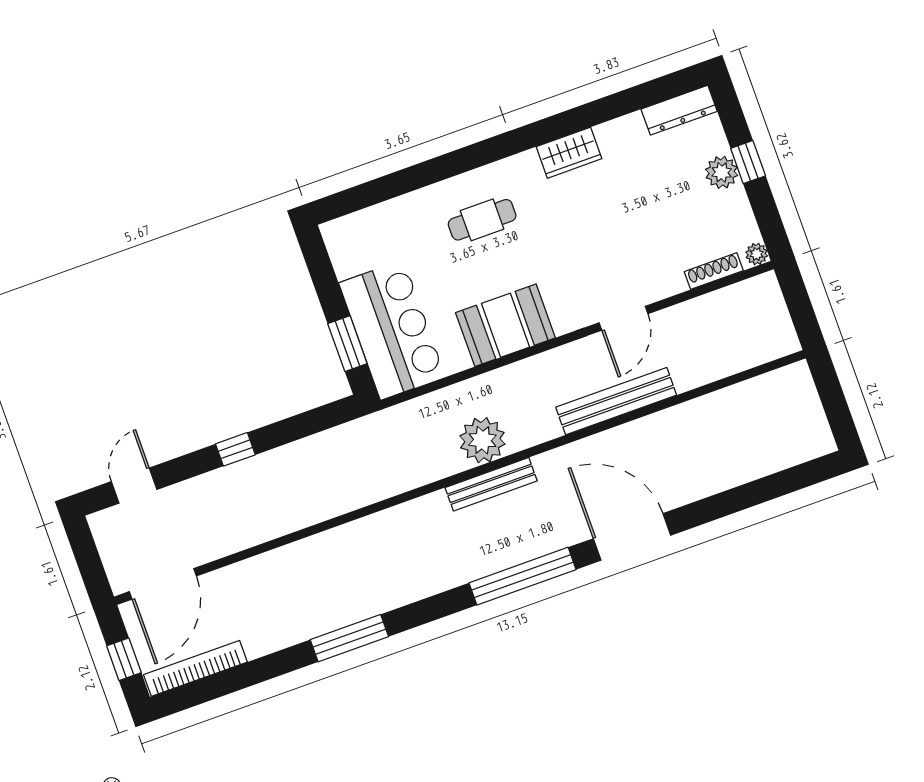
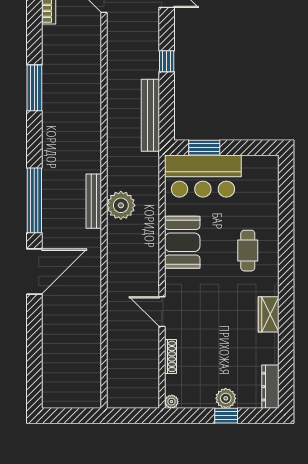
shoe rack: (714, 271) -> (171, 356), moved
bench: (616, 401) -> (150, 115), moved

